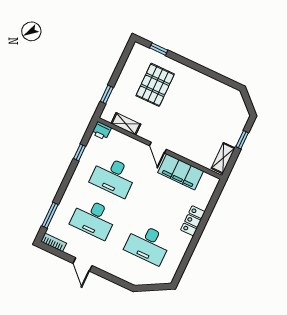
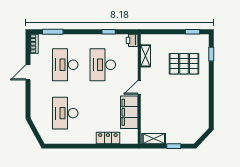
window: (107, 94) -> (192, 32), moved
locker: (193, 221) -> (108, 138), moved

